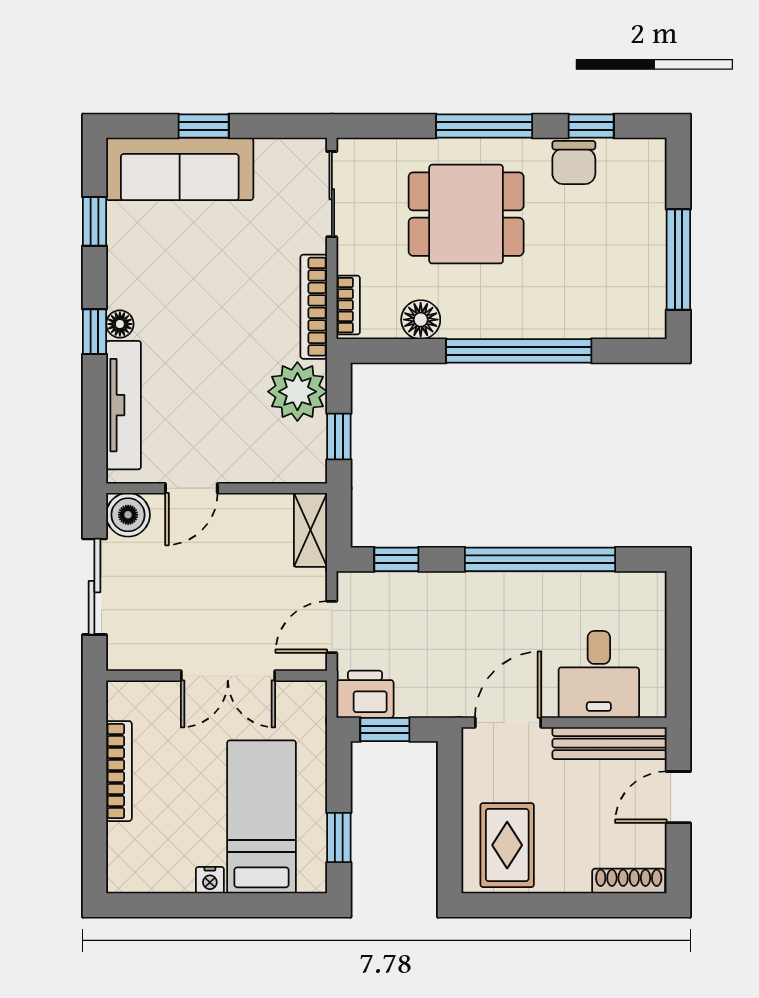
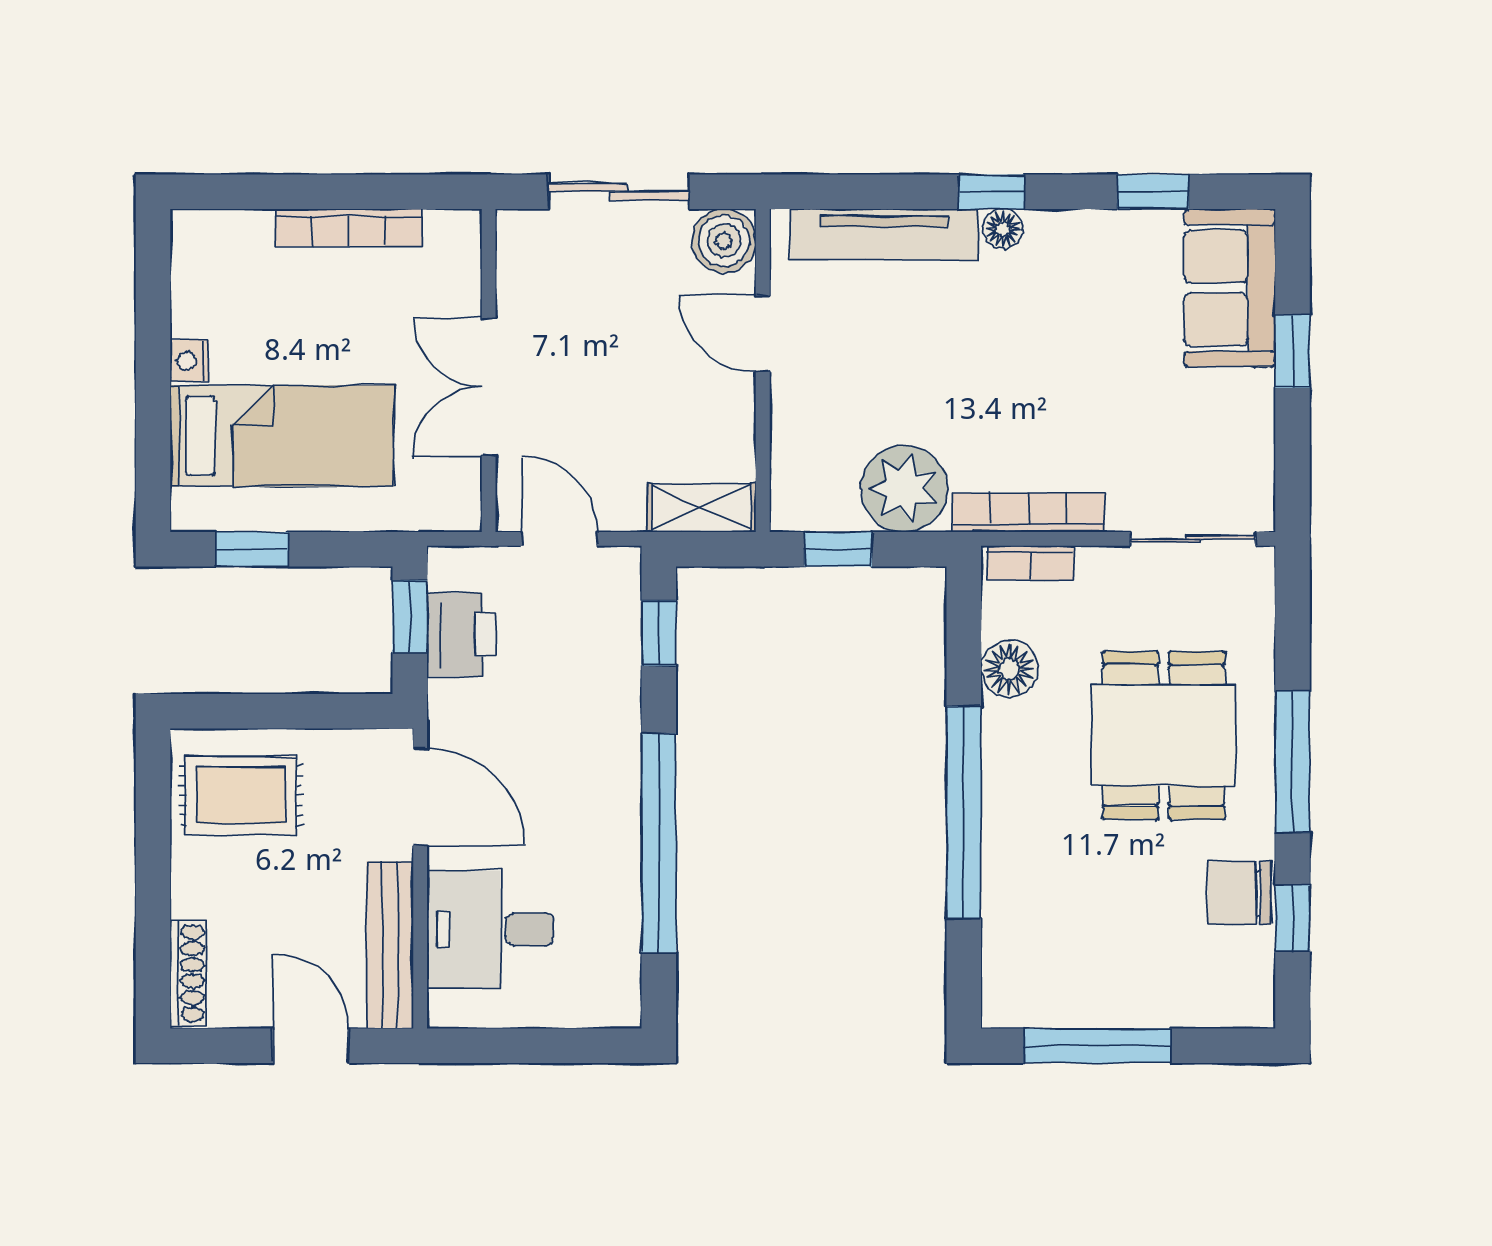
sofa: (180, 169) -> (1230, 288), width x0.73
printer: (365, 694) -> (461, 635), moved

